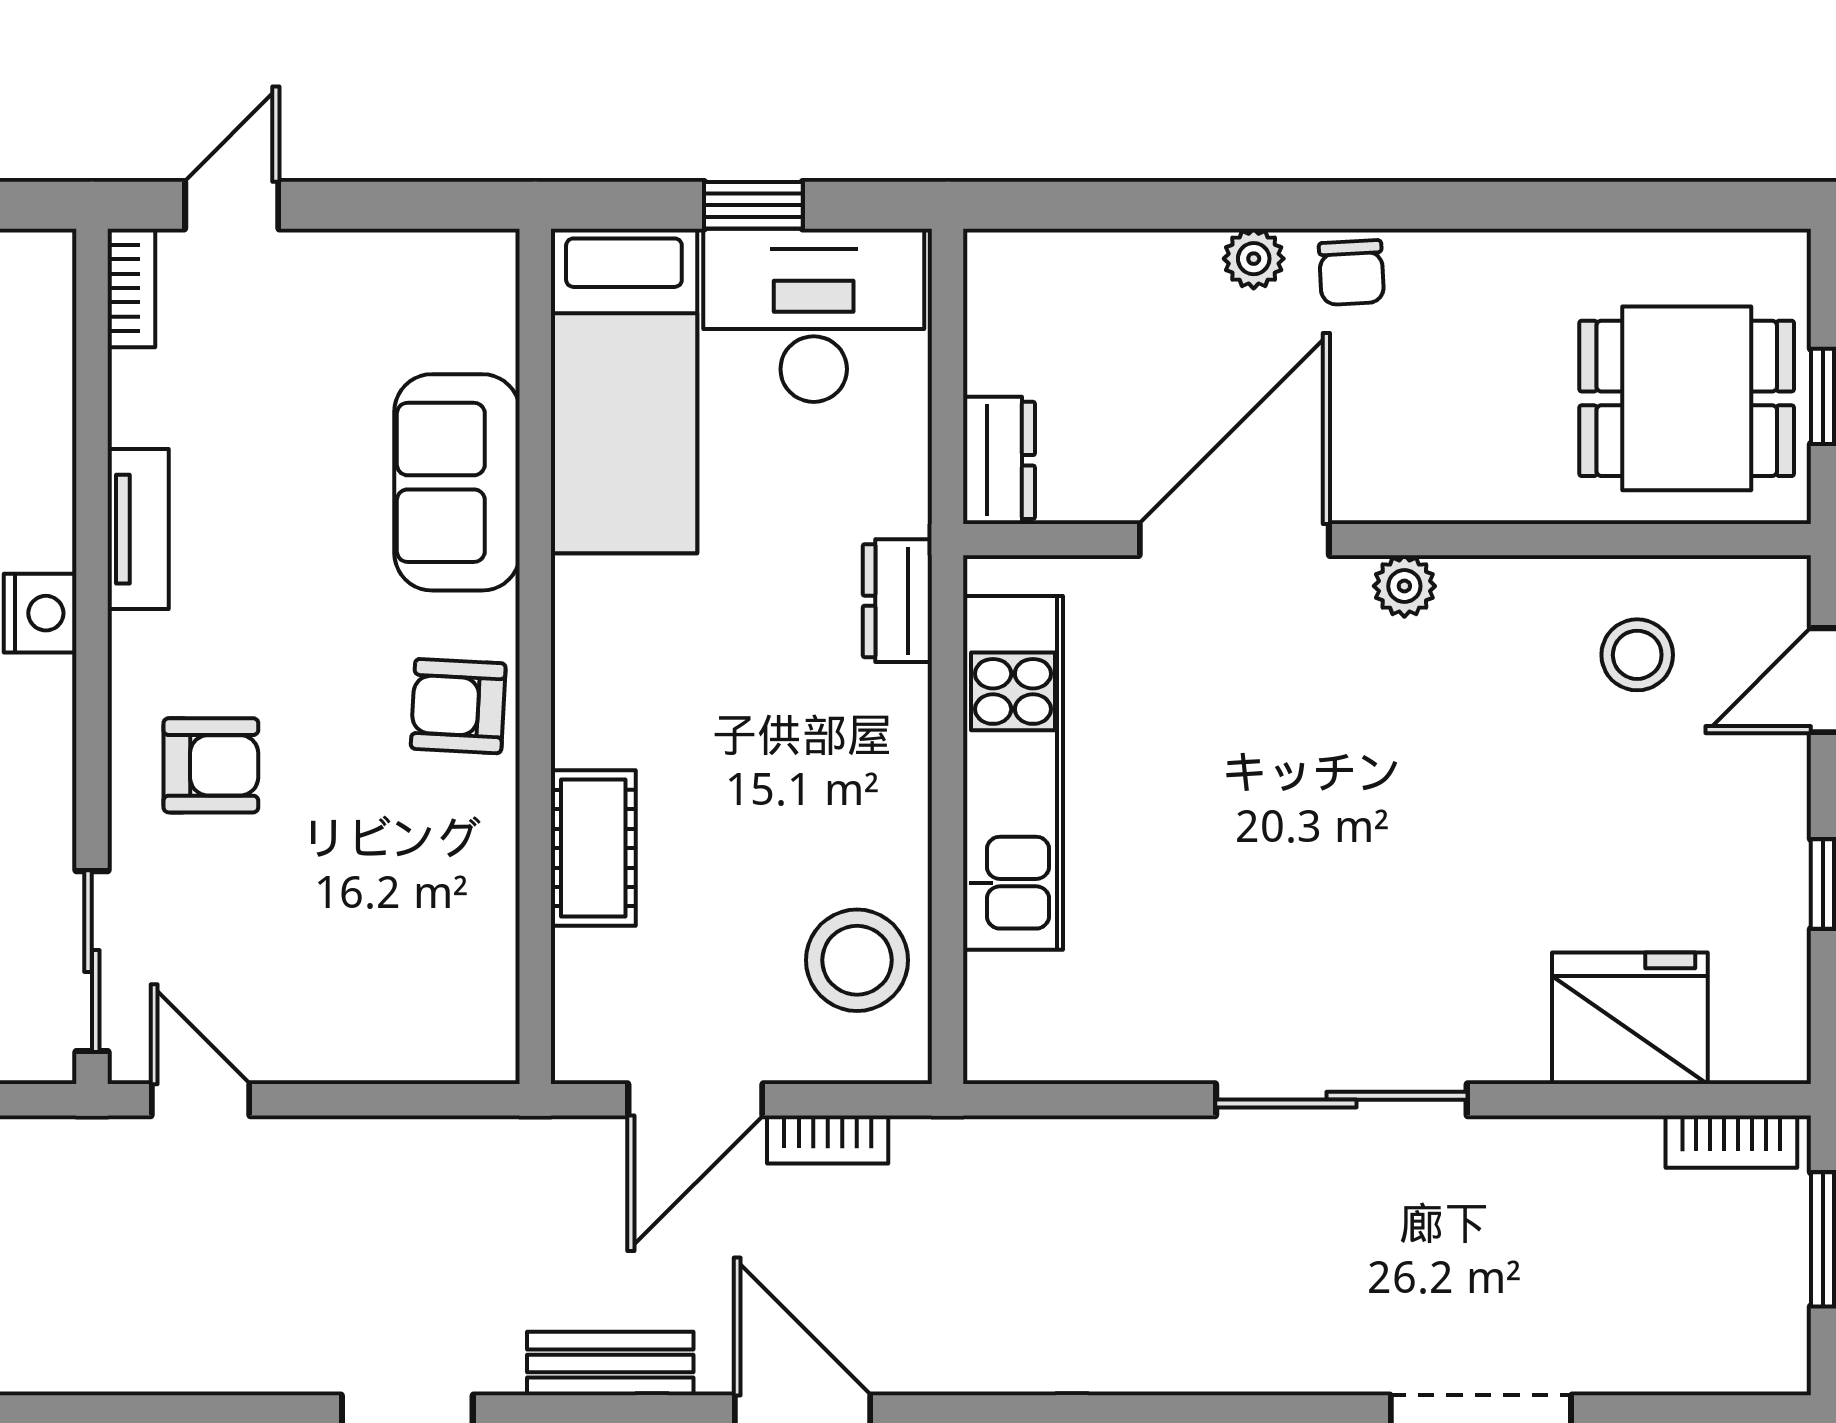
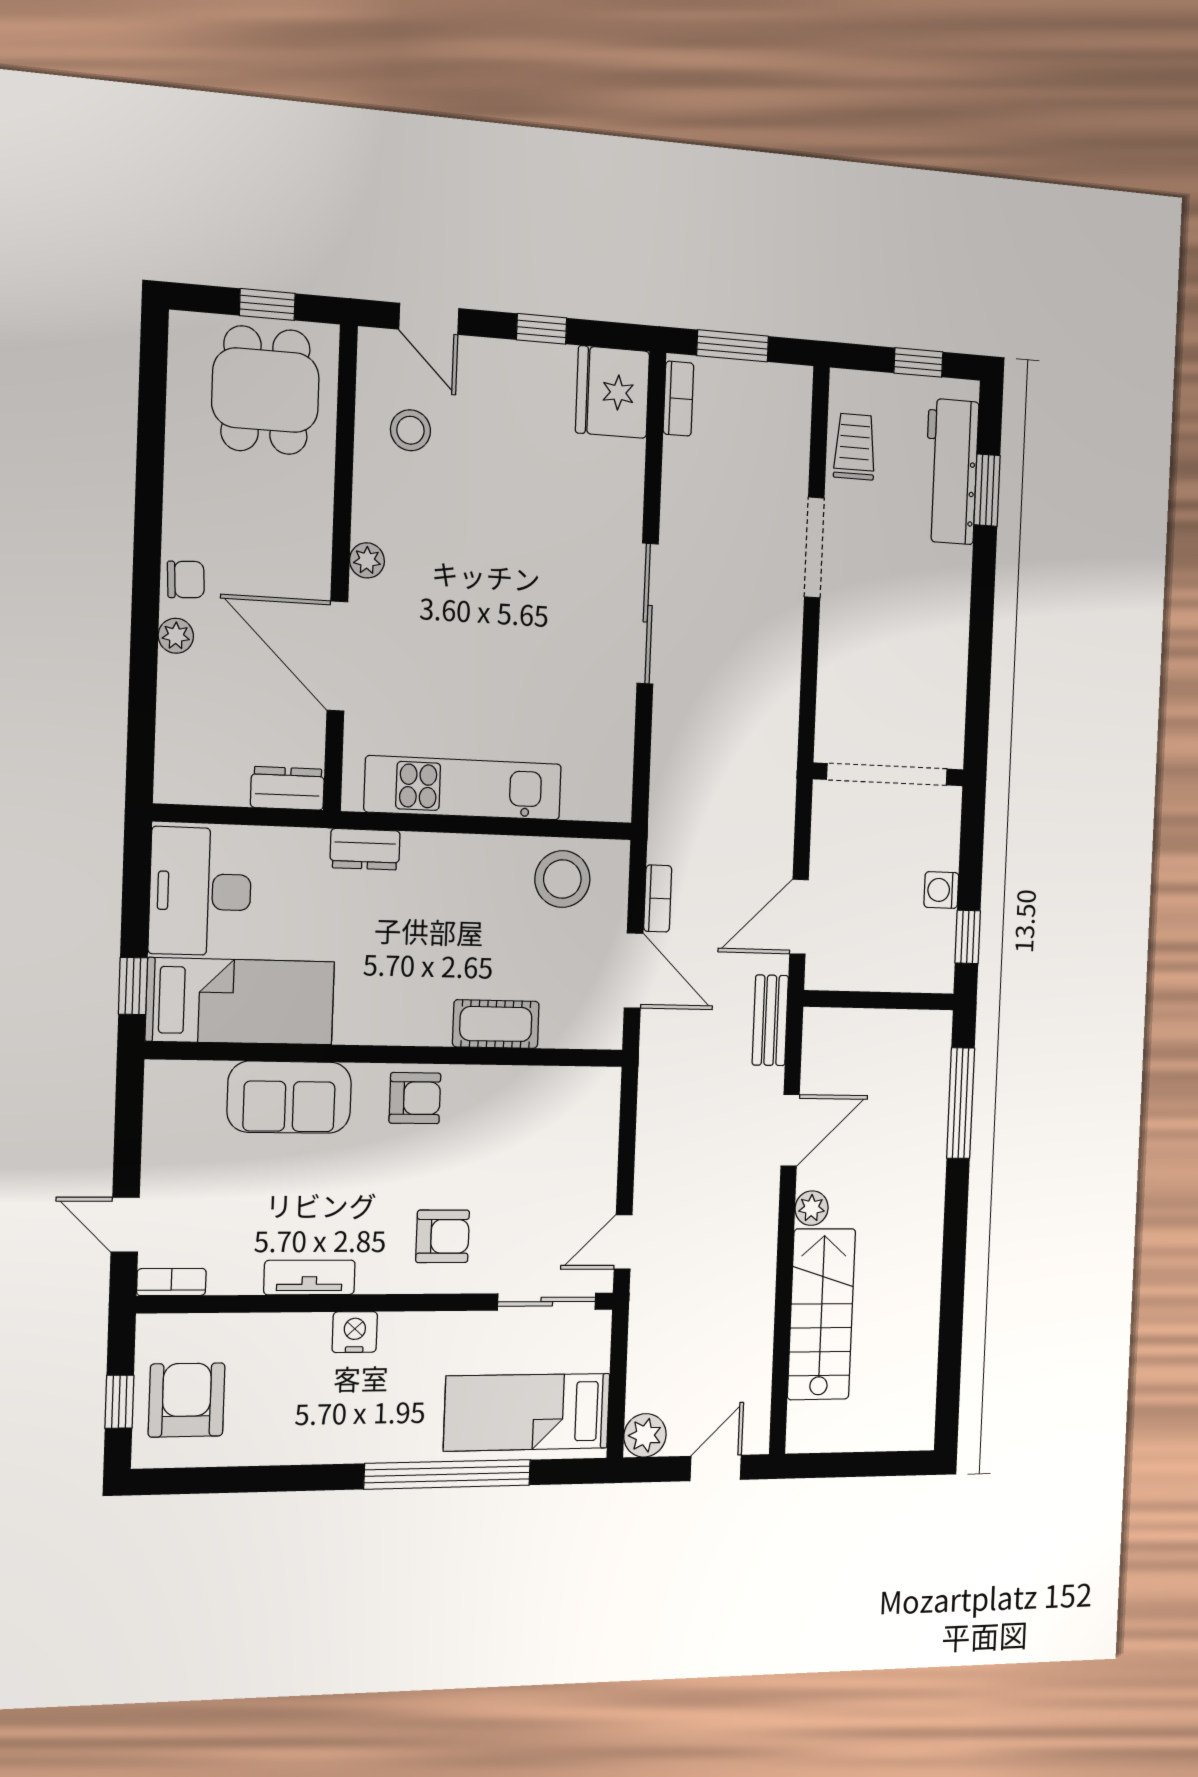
window: (753, 205) -> (133, 986), moved
armchair: (458, 706) -> (415, 1098), turned -93
armchair: (211, 765) -> (443, 1236), turned 90
fridge: (1630, 1018) -> (612, 392), moved

